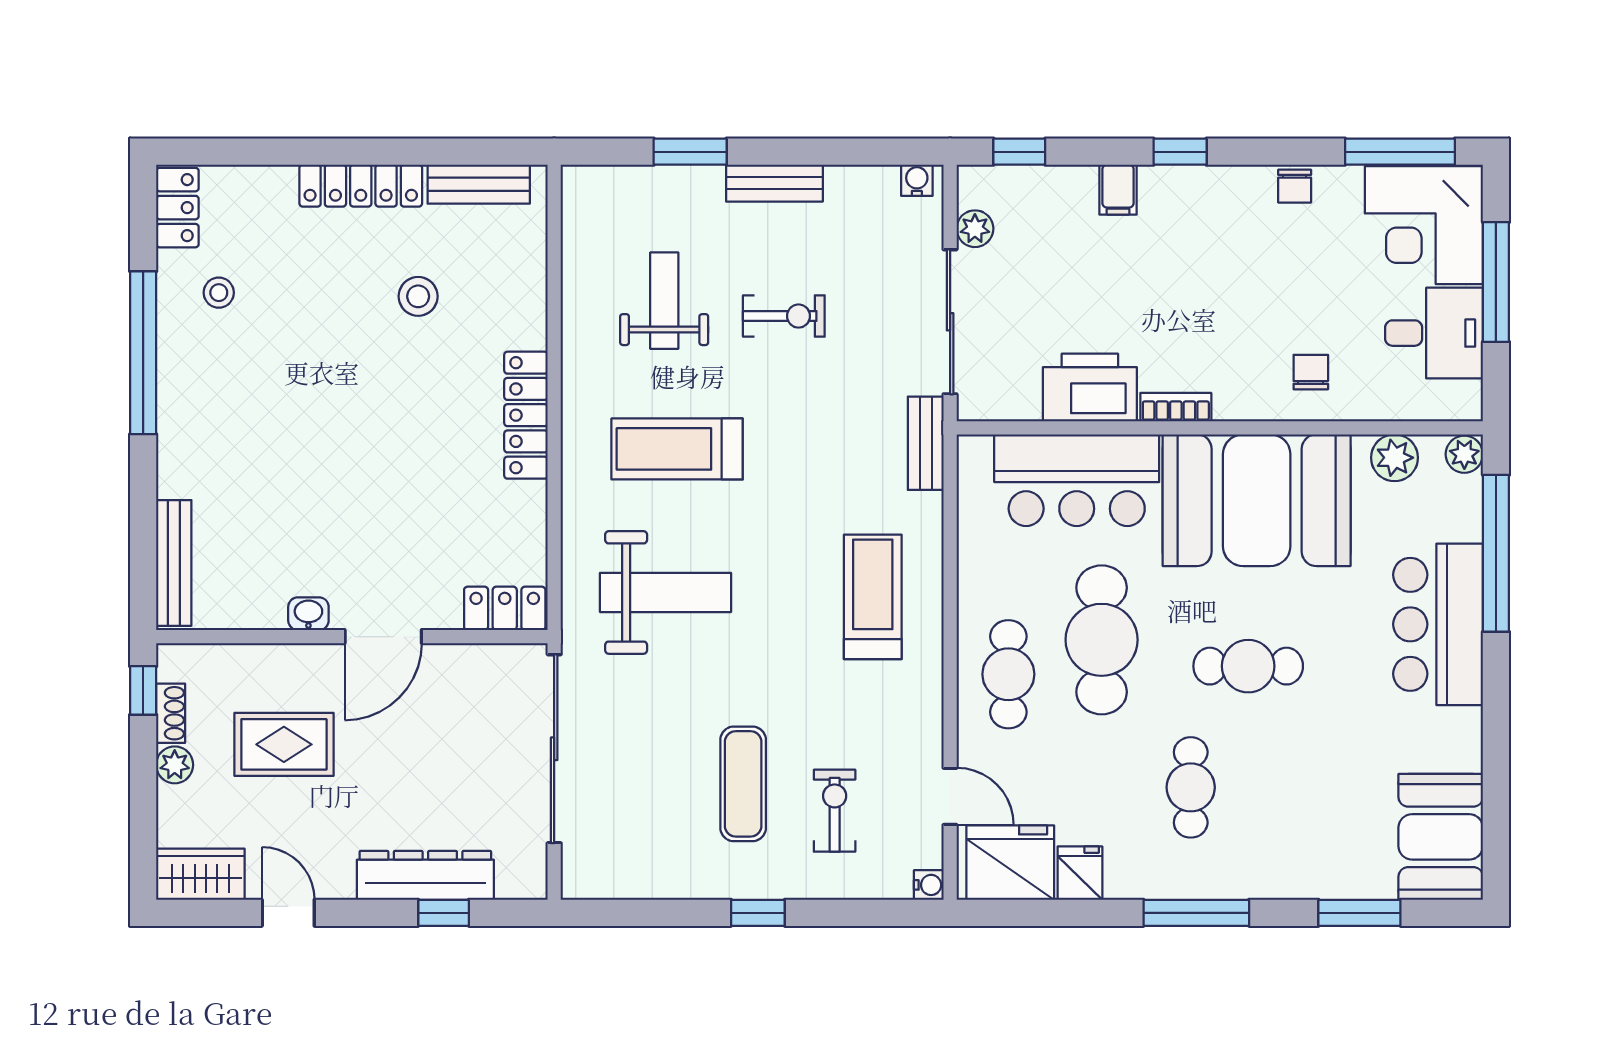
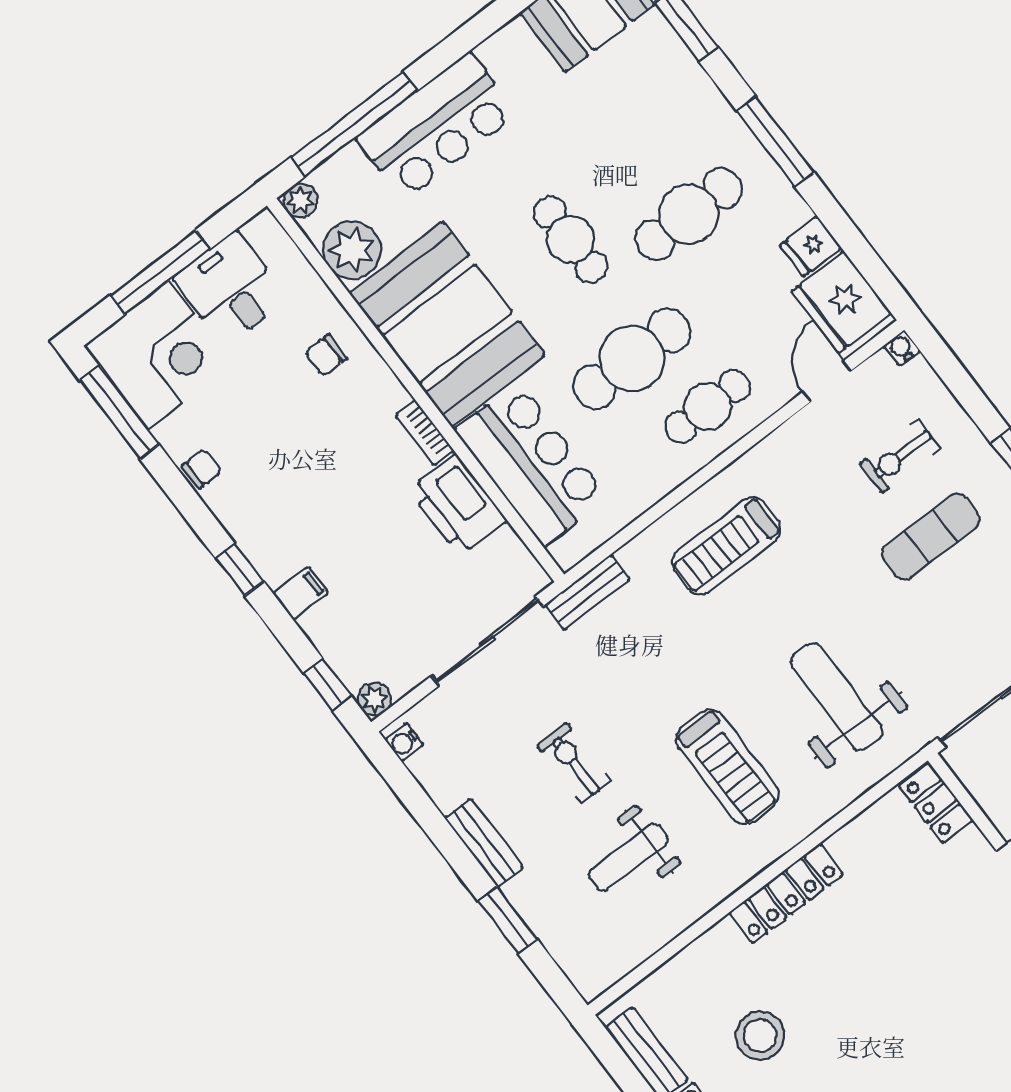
plant: (975, 229) -> (374, 699), moved
stool: (418, 296) -> (760, 1036), width x1.38, depth x1.38
plant: (1395, 458) -> (352, 250), width x1.36, depth x1.36
cafe table: (1191, 787) -> (689, 214), width x1.37, depth x1.35

